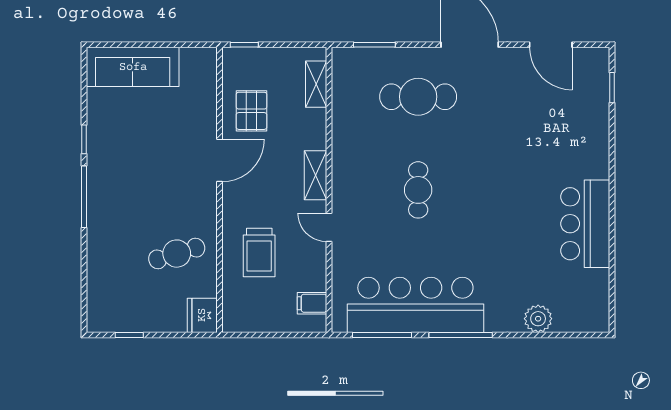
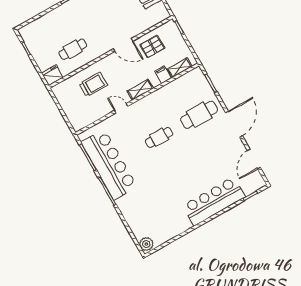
cafe table: (418, 97) -> (199, 115), turned 90
bar counter: (585, 224) -> (214, 201), moved, width x1.36
door: (329, 227) -> (121, 108), hinge flipped
trolley: (259, 252) -> (93, 84), turned 180
cafe table: (177, 254) -> (73, 49), turned -73
filing cabinet: (312, 303) -> (163, 75), moved
plant: (538, 319) -> (146, 244), moved

